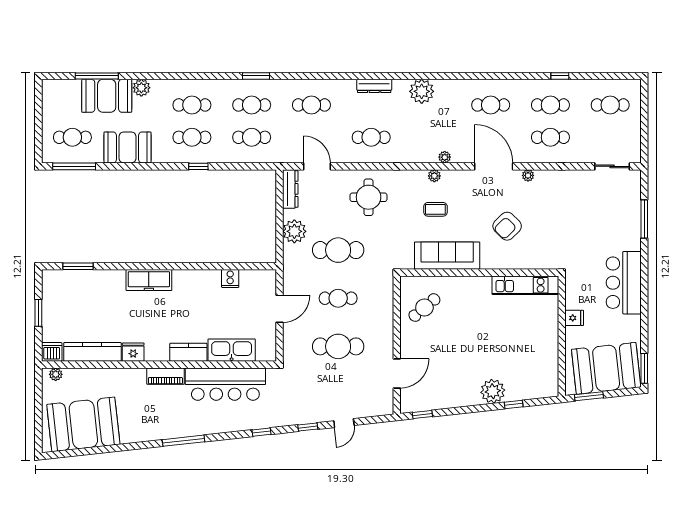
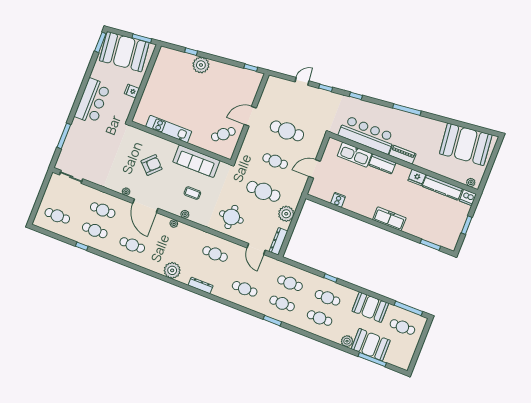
kitchen unit: (525, 285) -> (169, 129), moved
door: (397, 374) -> (250, 116), moved

